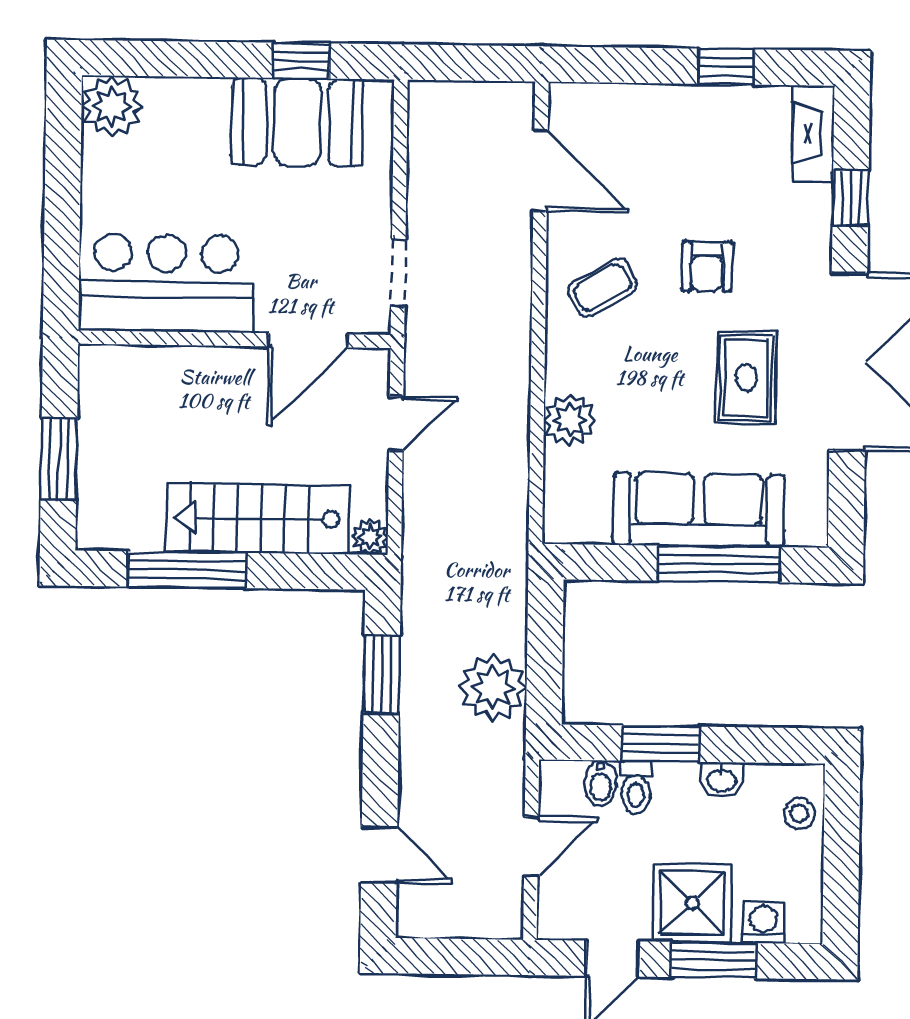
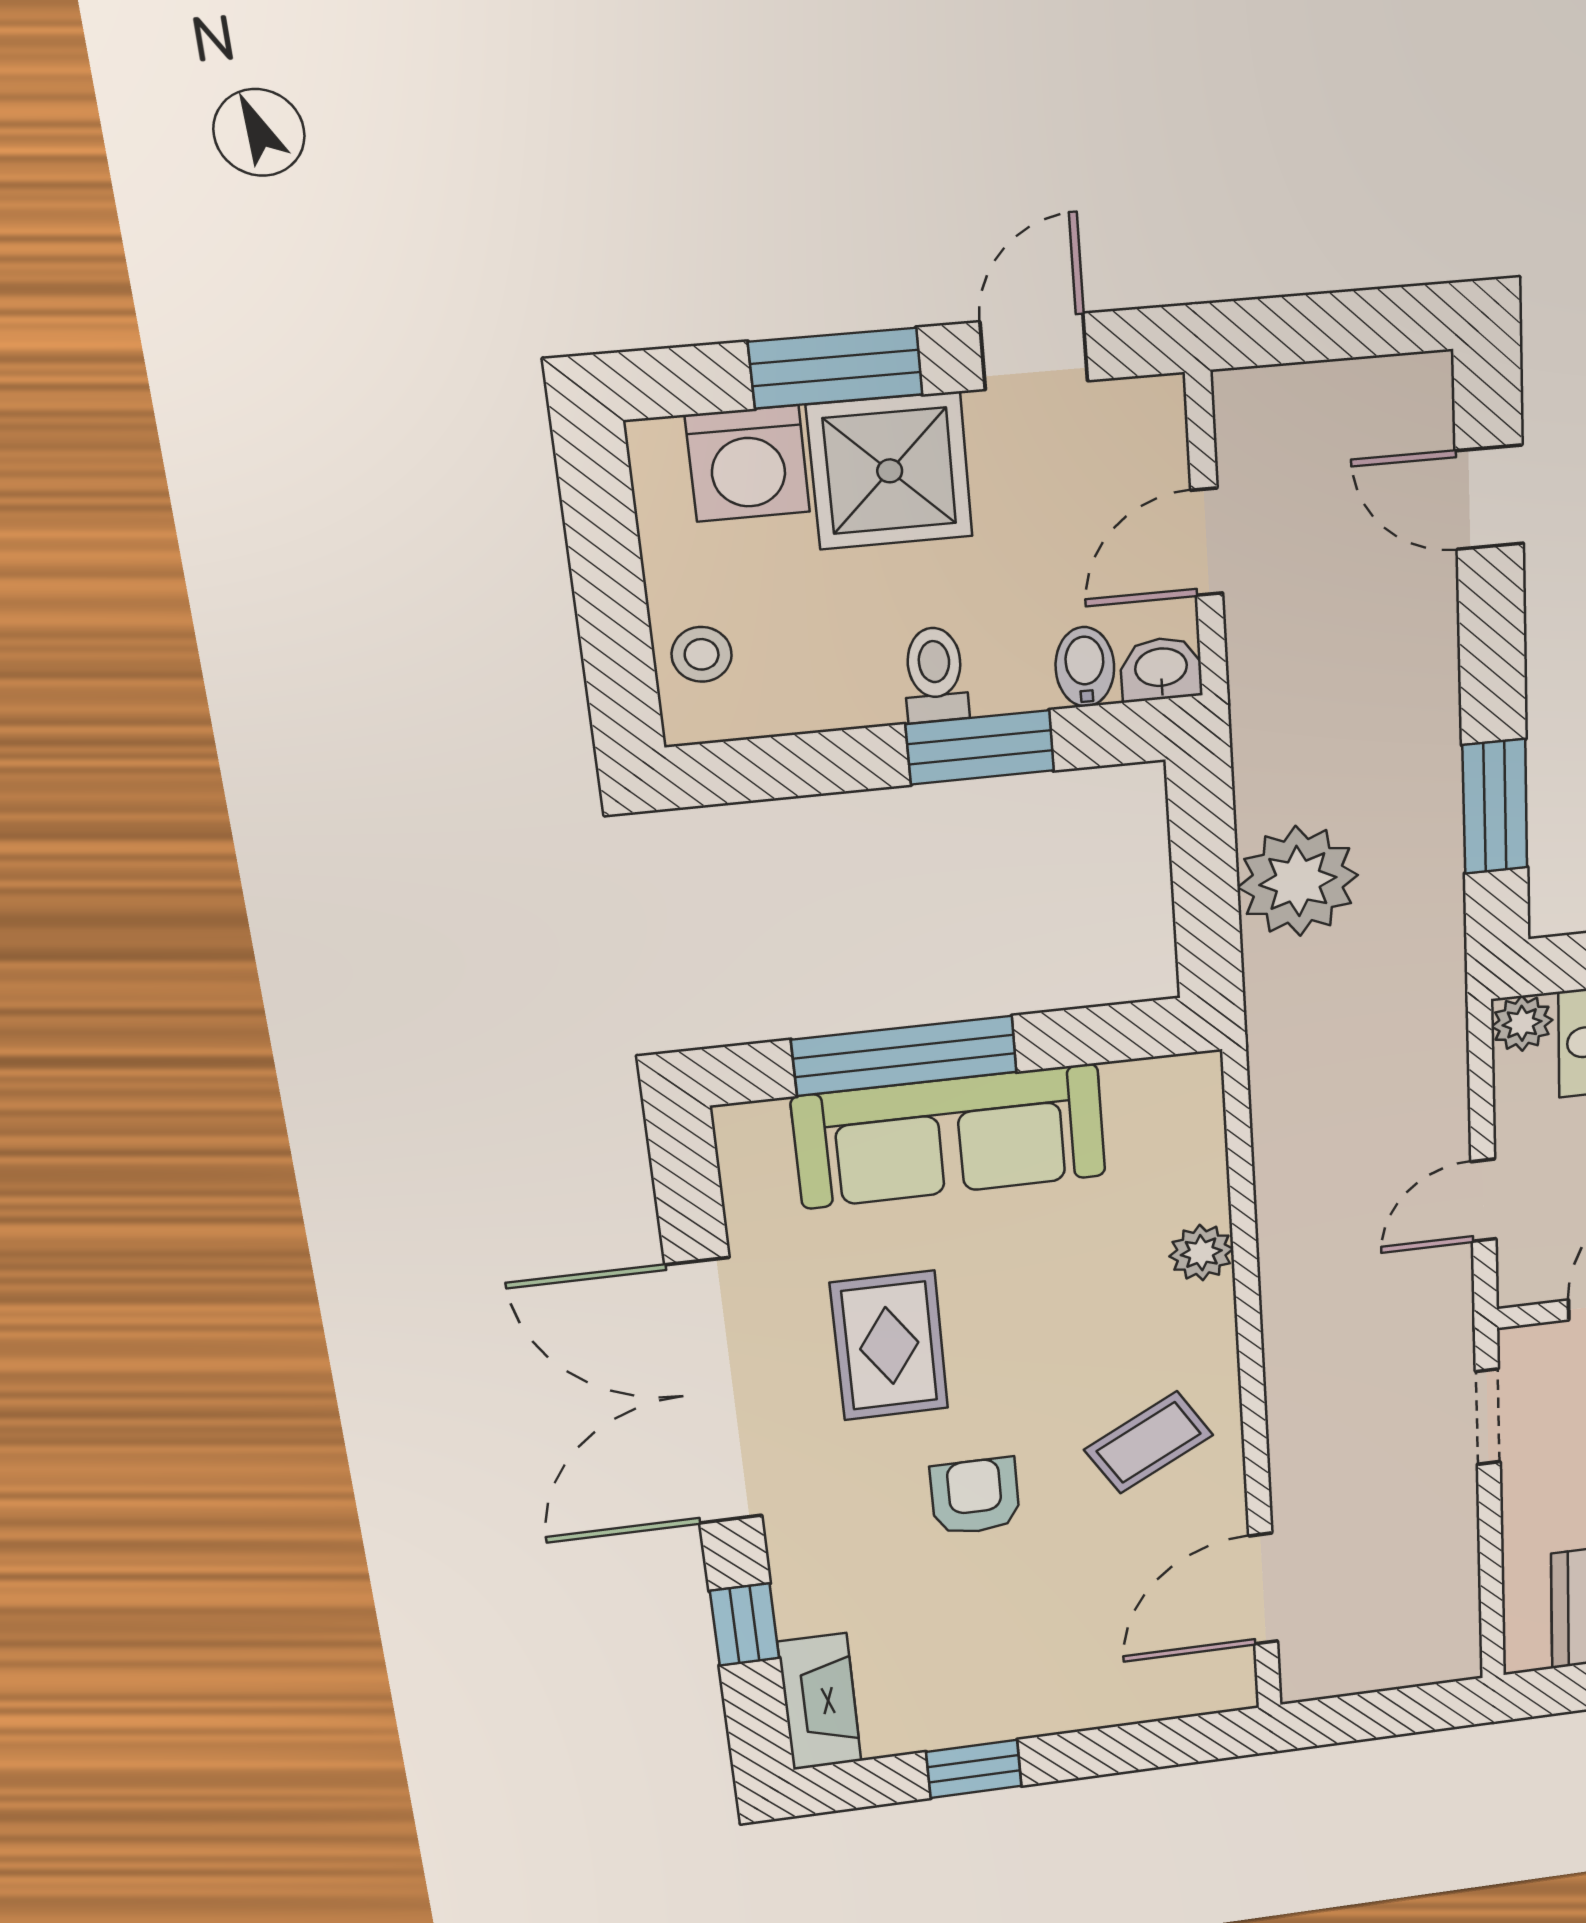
door: (541, 171) -> (1263, 1589), hinge flipped
plant: (570, 420) -> (1201, 1253), width x0.73, depth x0.73
plant: (493, 688) -> (1298, 881), moved
washbasin: (721, 779) -> (1161, 669), moved
toilet: (636, 787) -> (935, 675), moved
washing machine: (763, 922) -> (748, 464), width x1.38, depth x1.38

